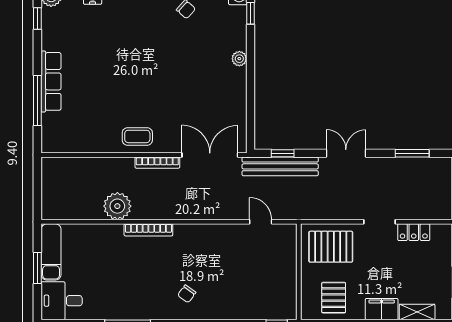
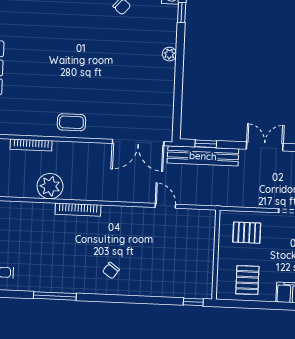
double door: (210, 155) -> (138, 143), swing flipped
bookcase: (157, 163) -> (31, 145), moved
door: (261, 222) -> (165, 206), moved
pallet: (331, 247) -> (247, 233), width x0.67, depth x0.71

